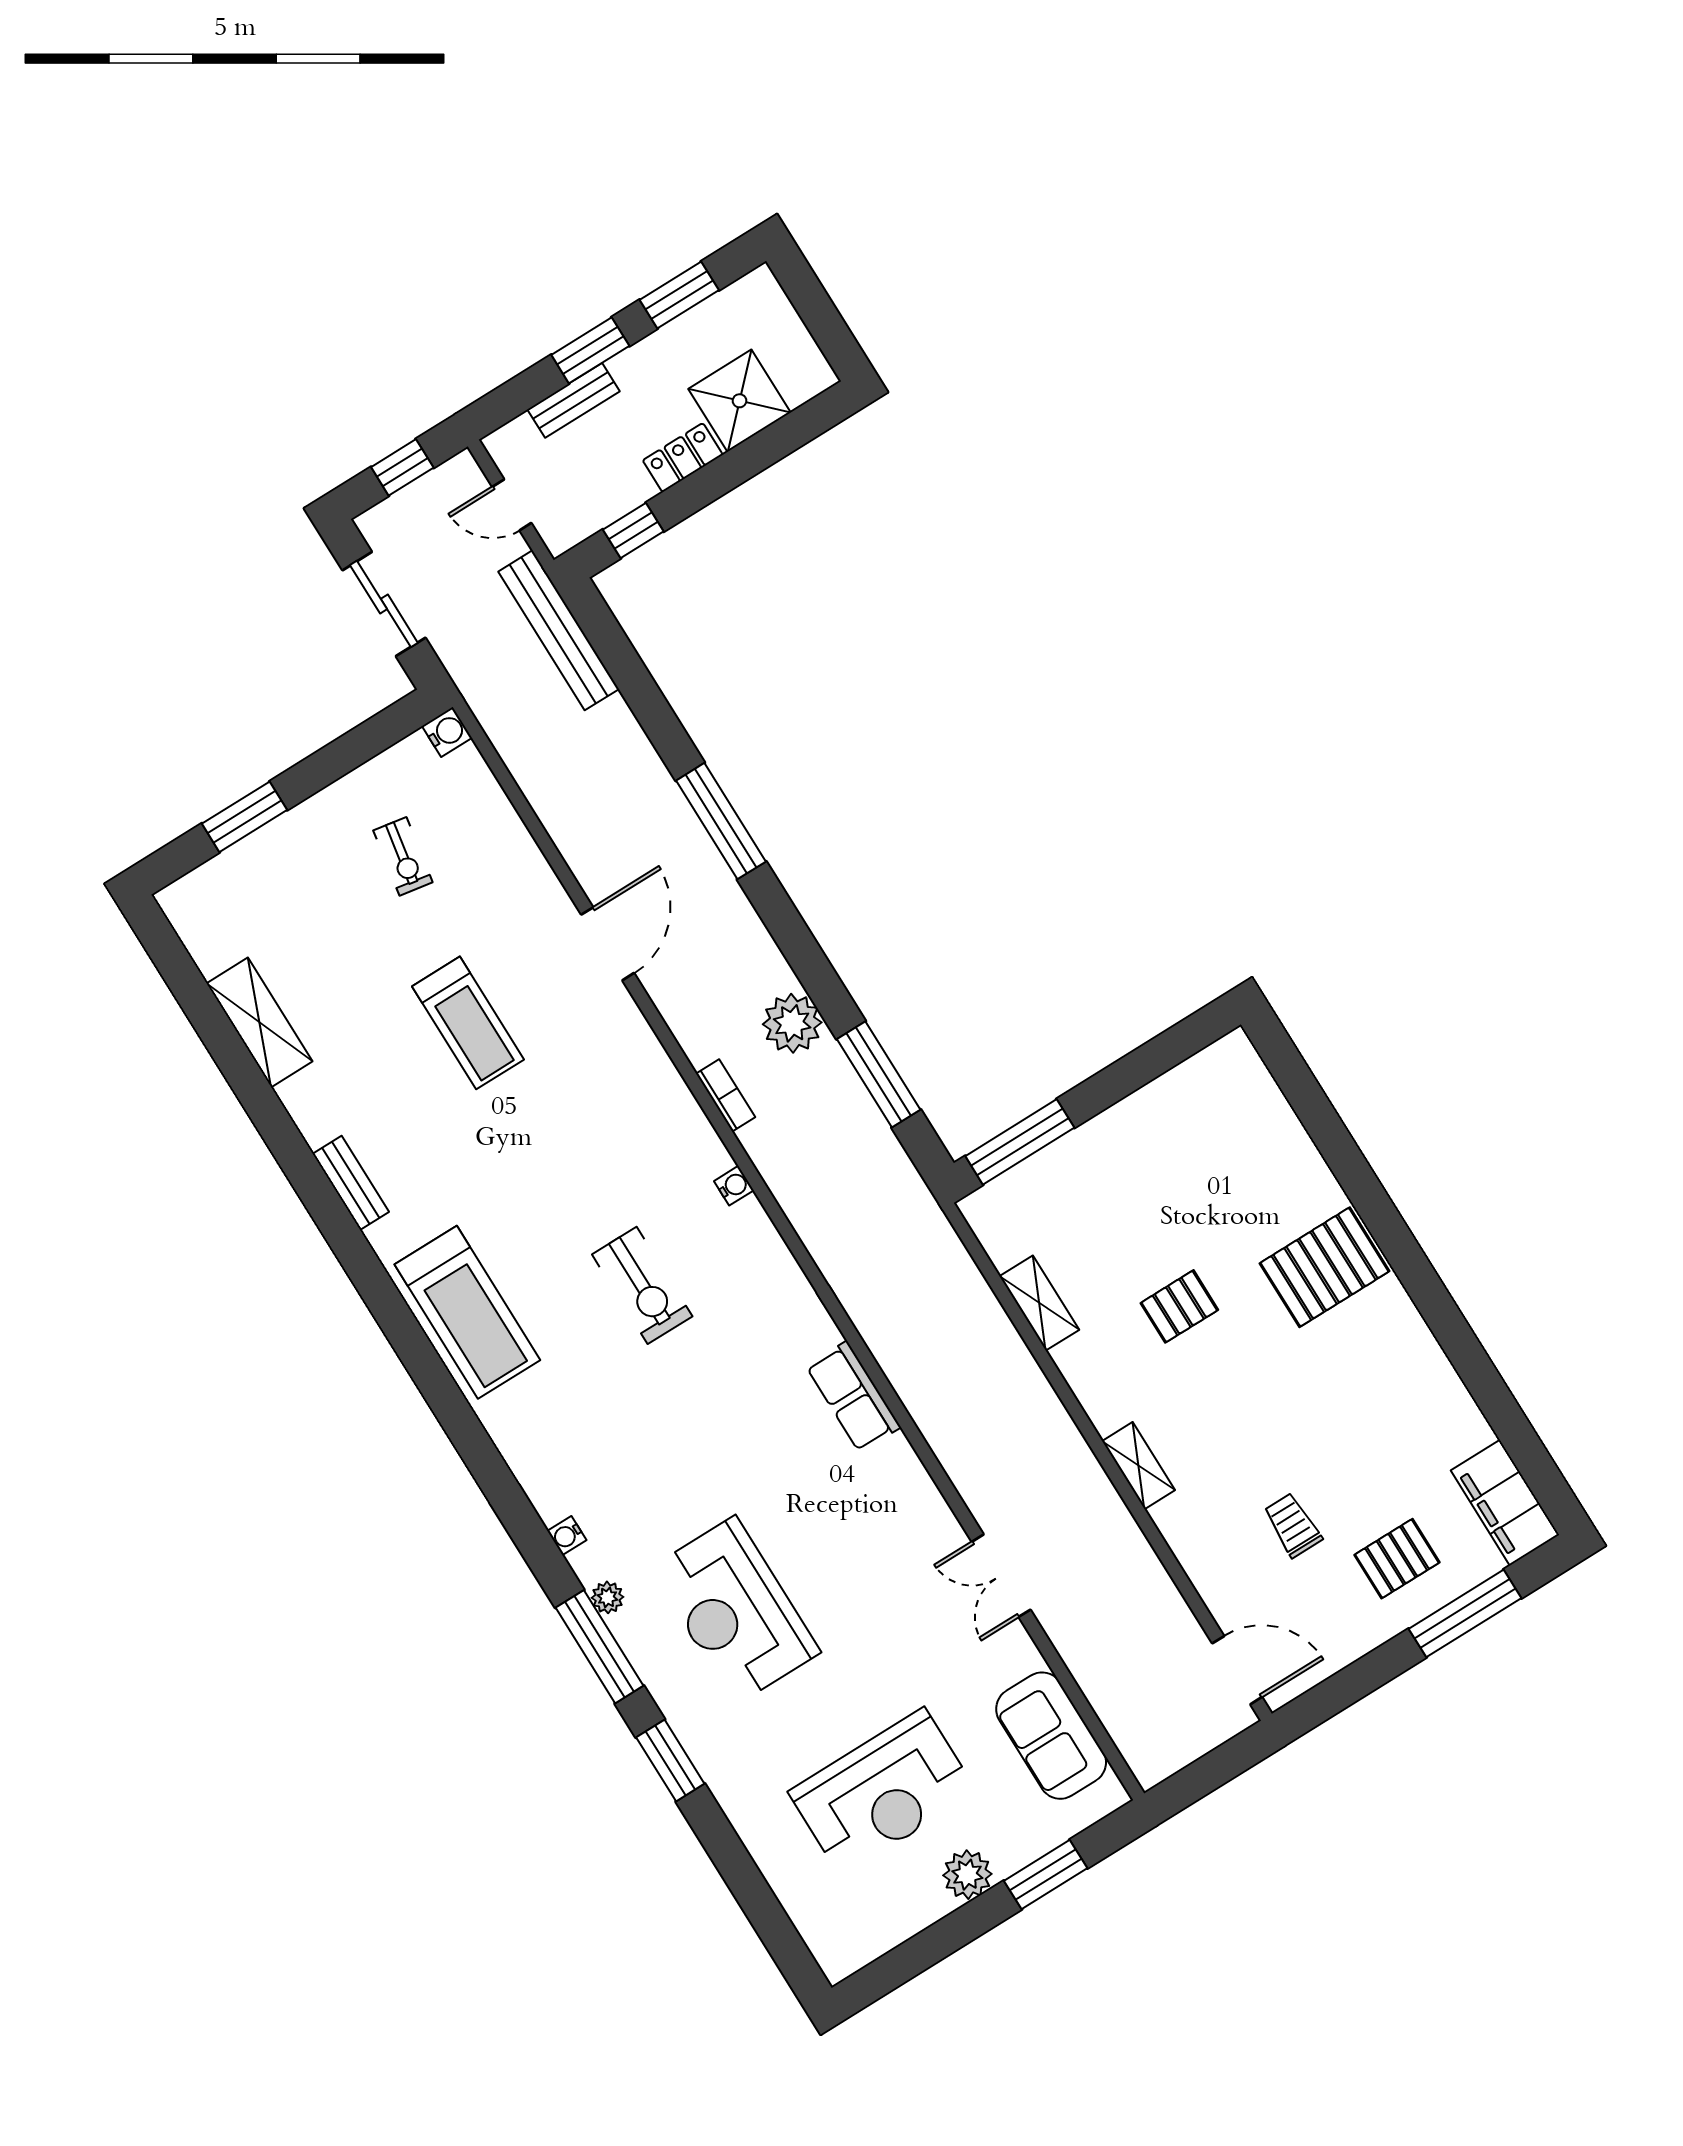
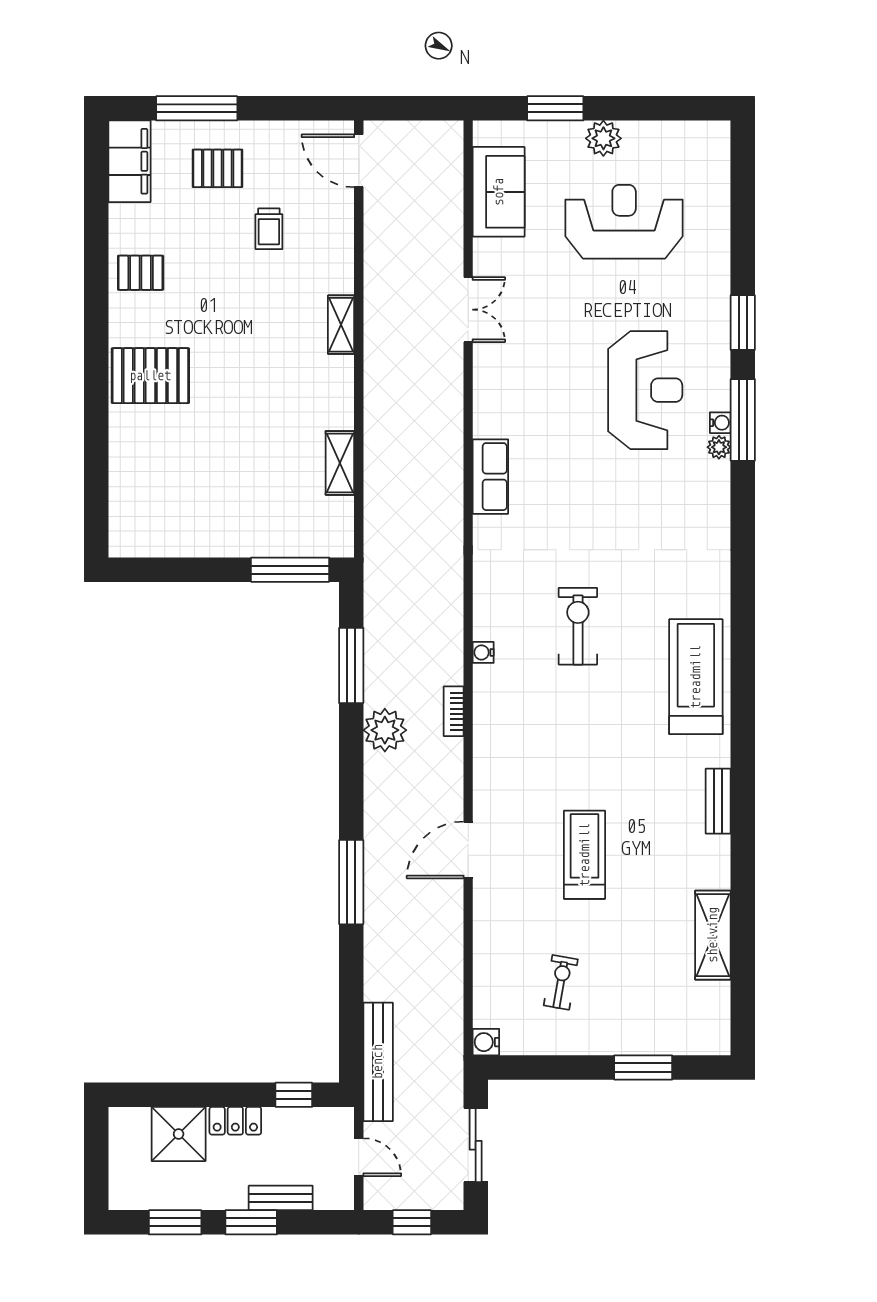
pallet: (1179, 1306) -> (141, 273), moved
water cooler: (567, 1535) -> (720, 423), moved

